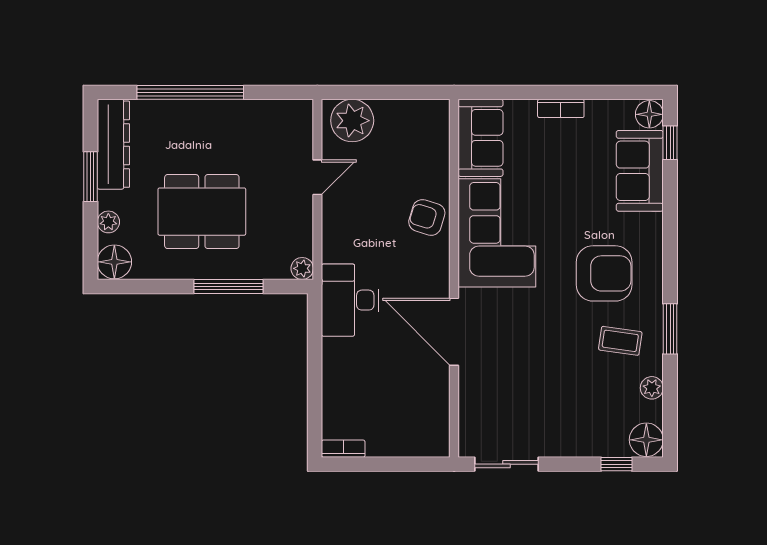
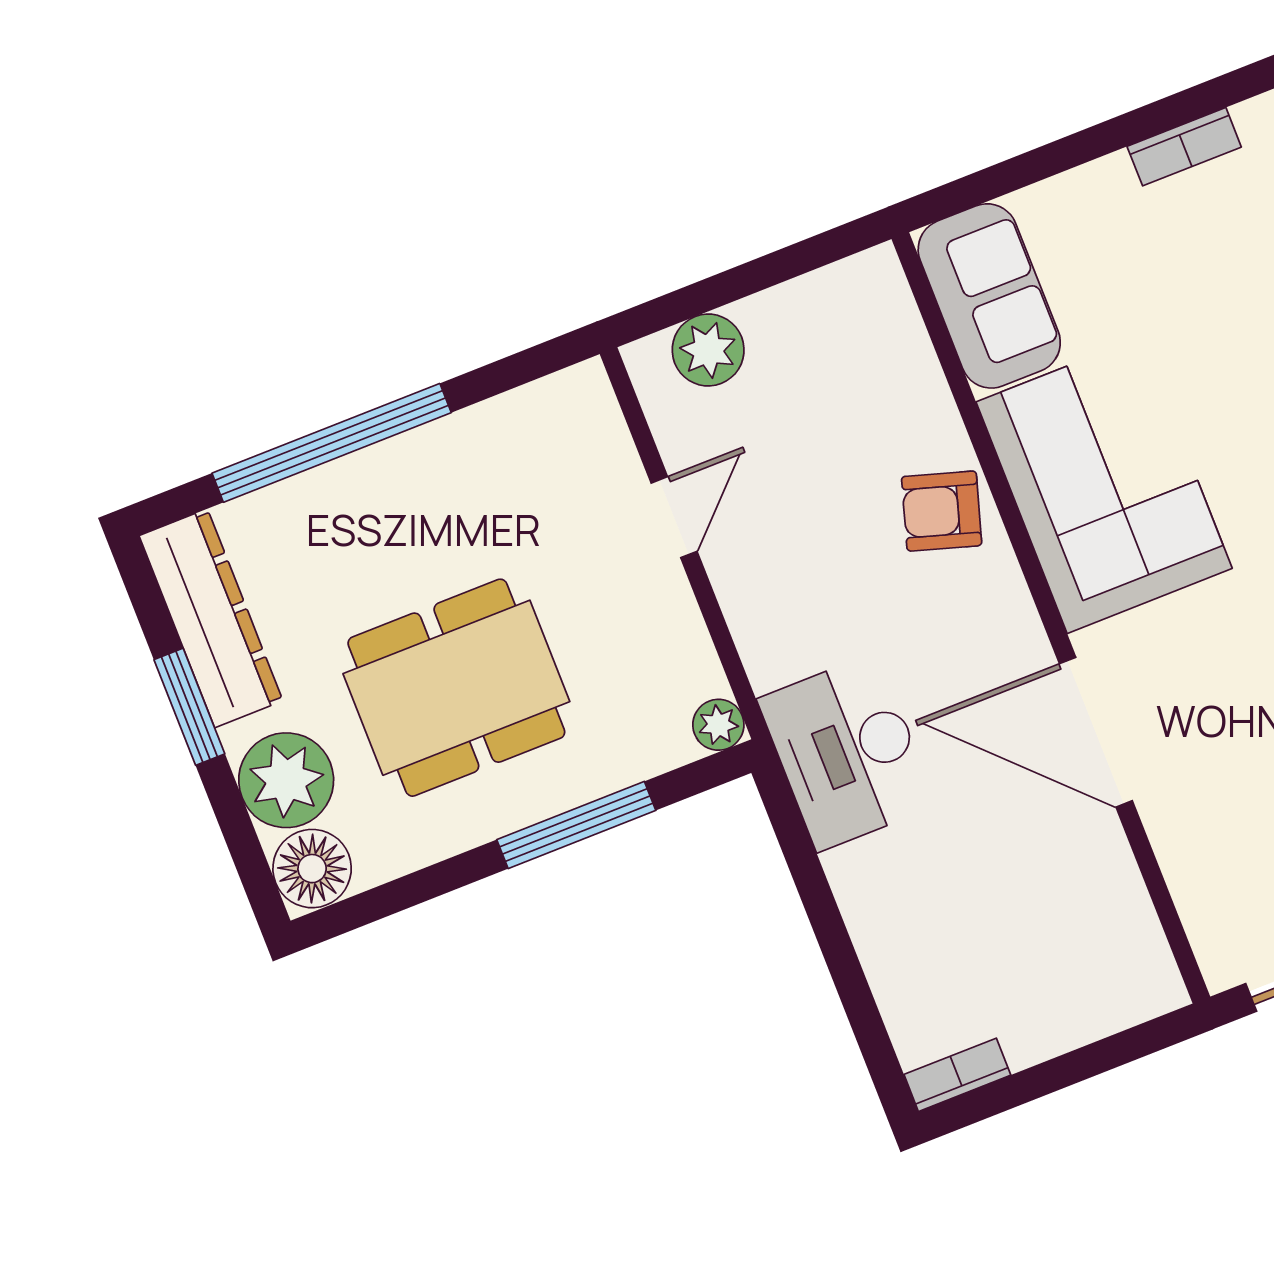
bookcase: (561, 108) -> (1184, 147), moved
plant: (352, 121) -> (708, 350), width x0.73, depth x0.73
plant: (108, 222) -> (286, 780), width x1.88, depth x1.88

